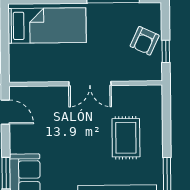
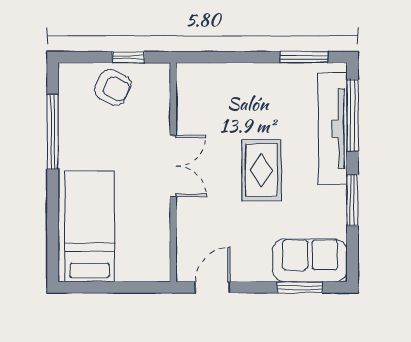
rug: (126, 138) -> (261, 170), moved, turned 90

